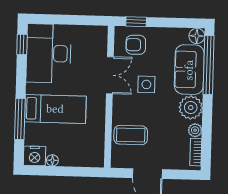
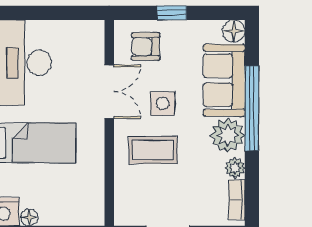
window: (136, 22) -> (172, 13), moved
window: (209, 65) -> (252, 108), moved
coffee table: (131, 135) -> (153, 150), moved

